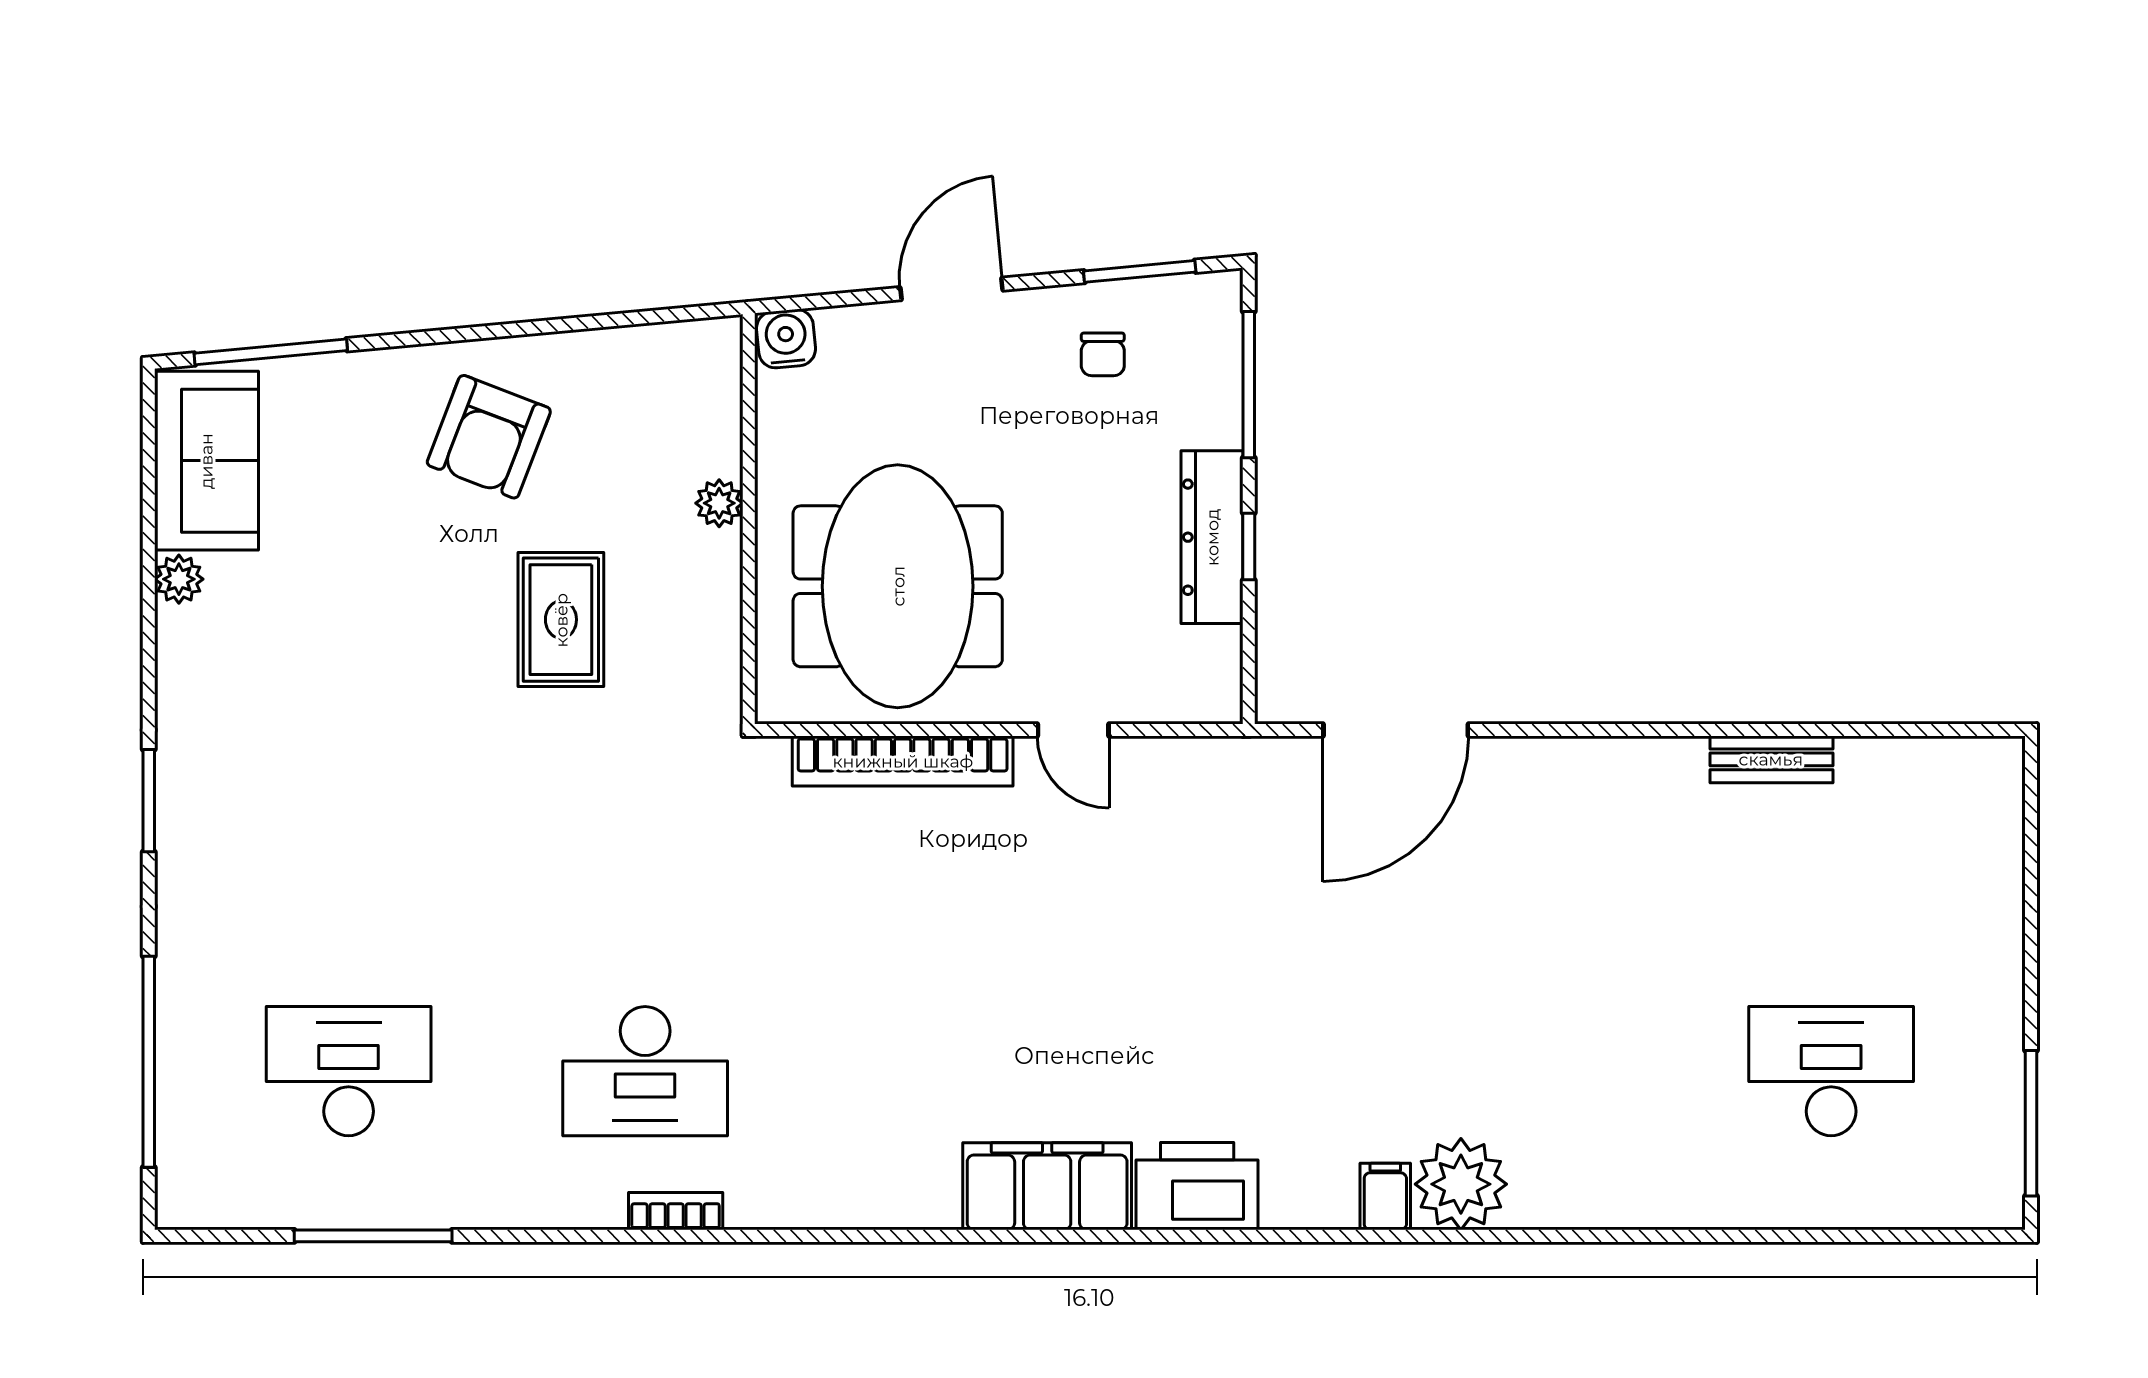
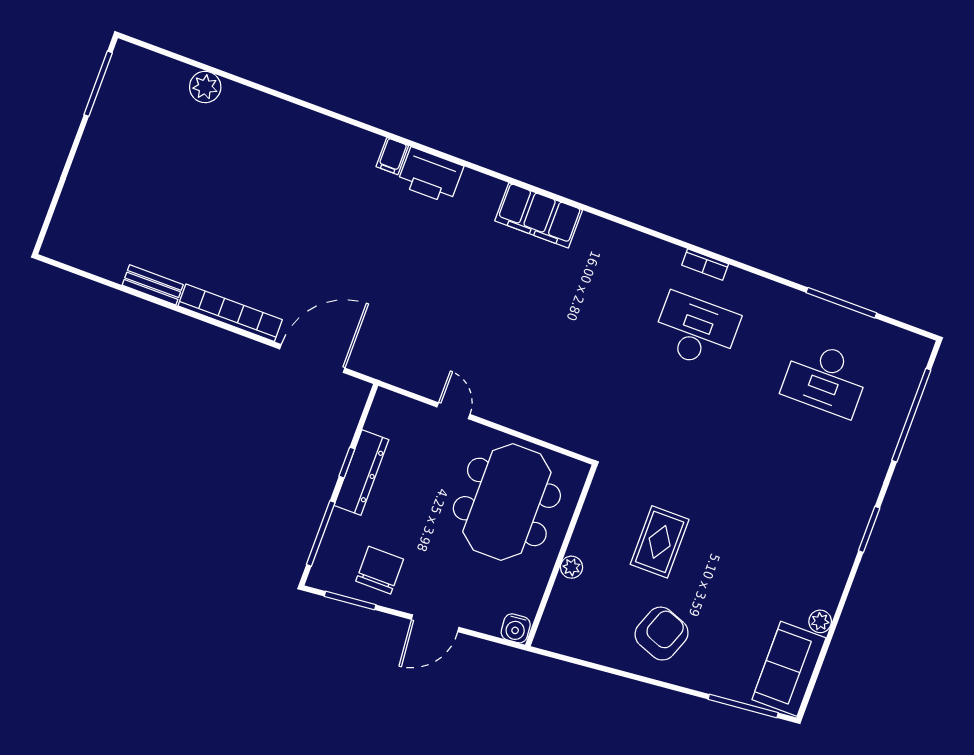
chair: (1103, 354) -> (380, 570), width x1.87, depth x1.87
bookcase: (903, 761) -> (230, 313), moved
desk: (1831, 1071) -> (177, 139), removed
plant: (1461, 1184) -> (205, 87), moved, width x0.73, depth x0.73
printer: (1197, 1186) -> (430, 175), moved

